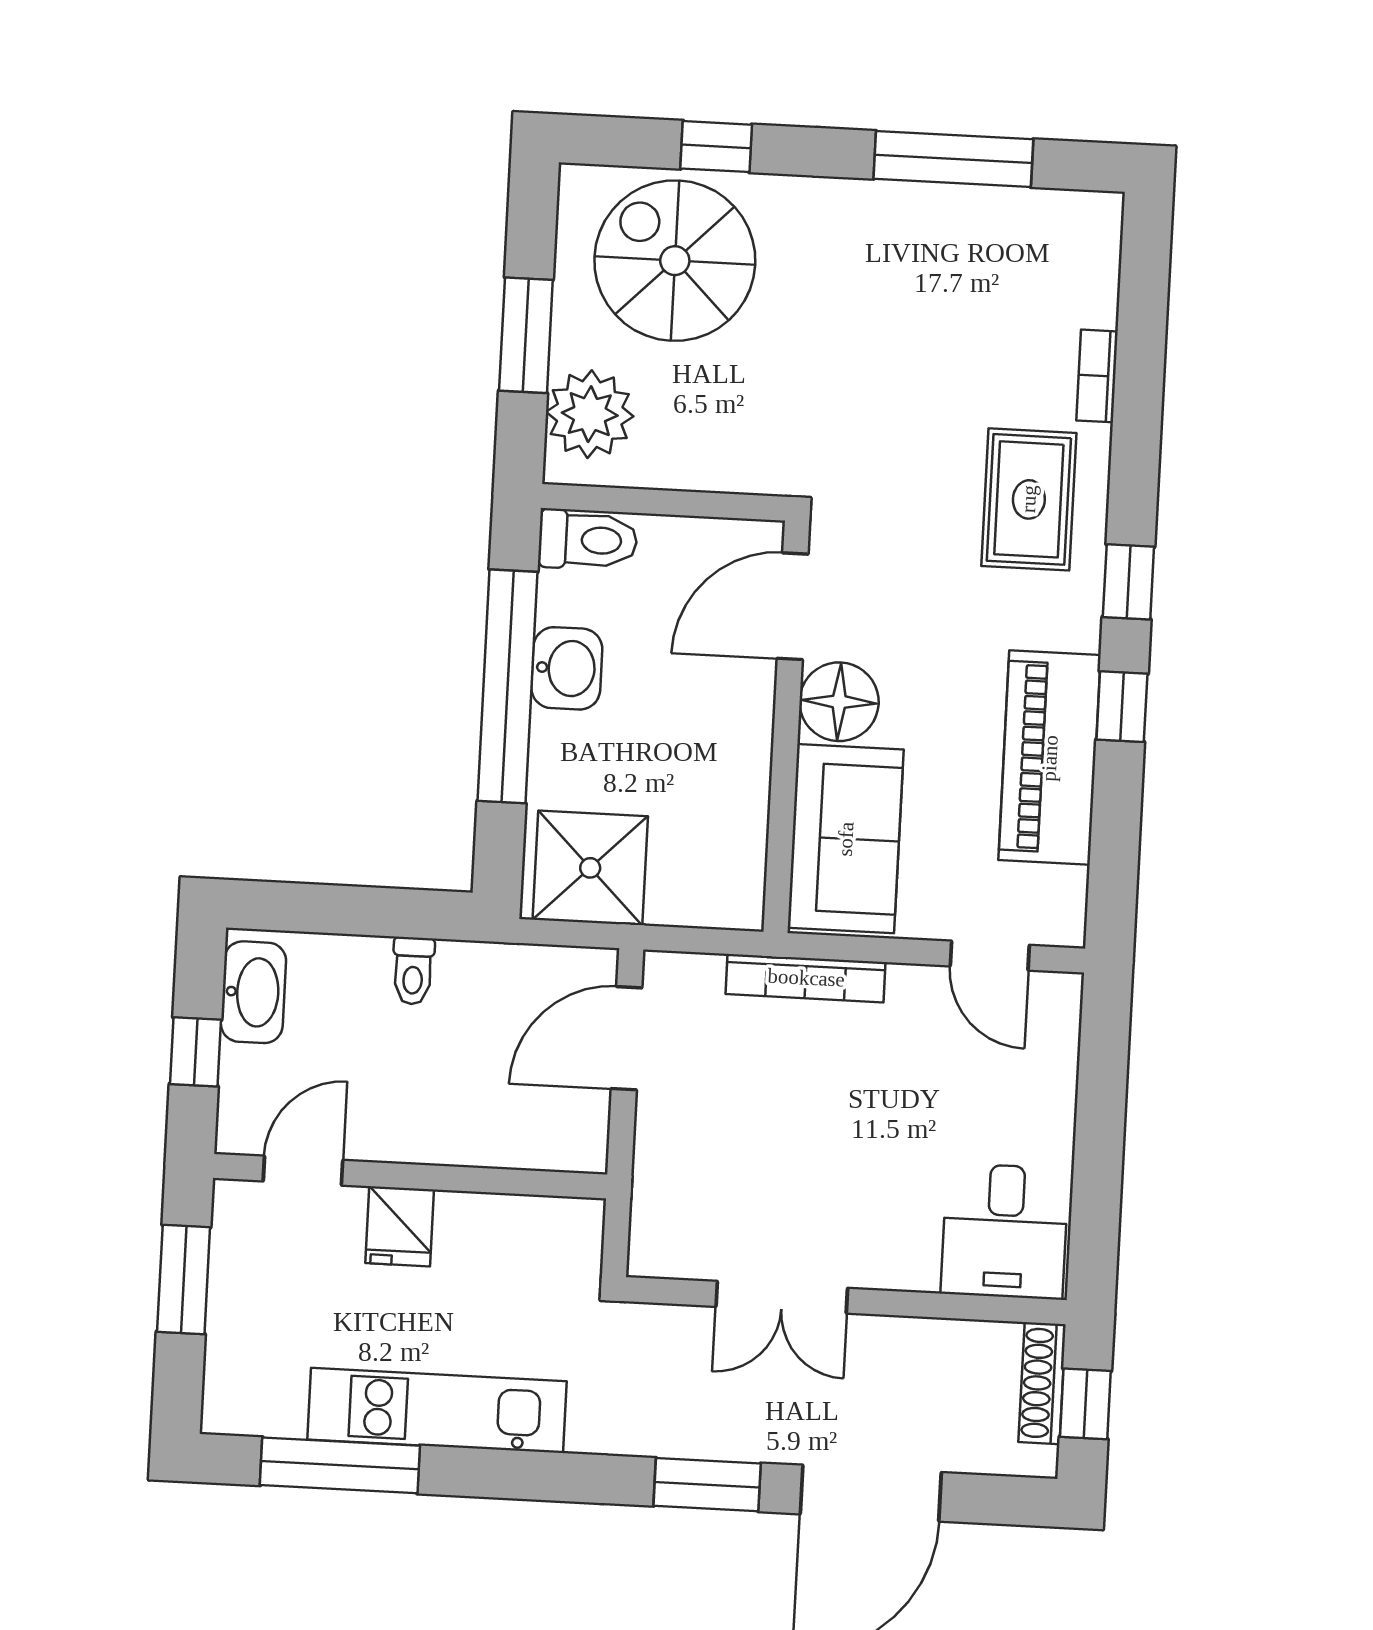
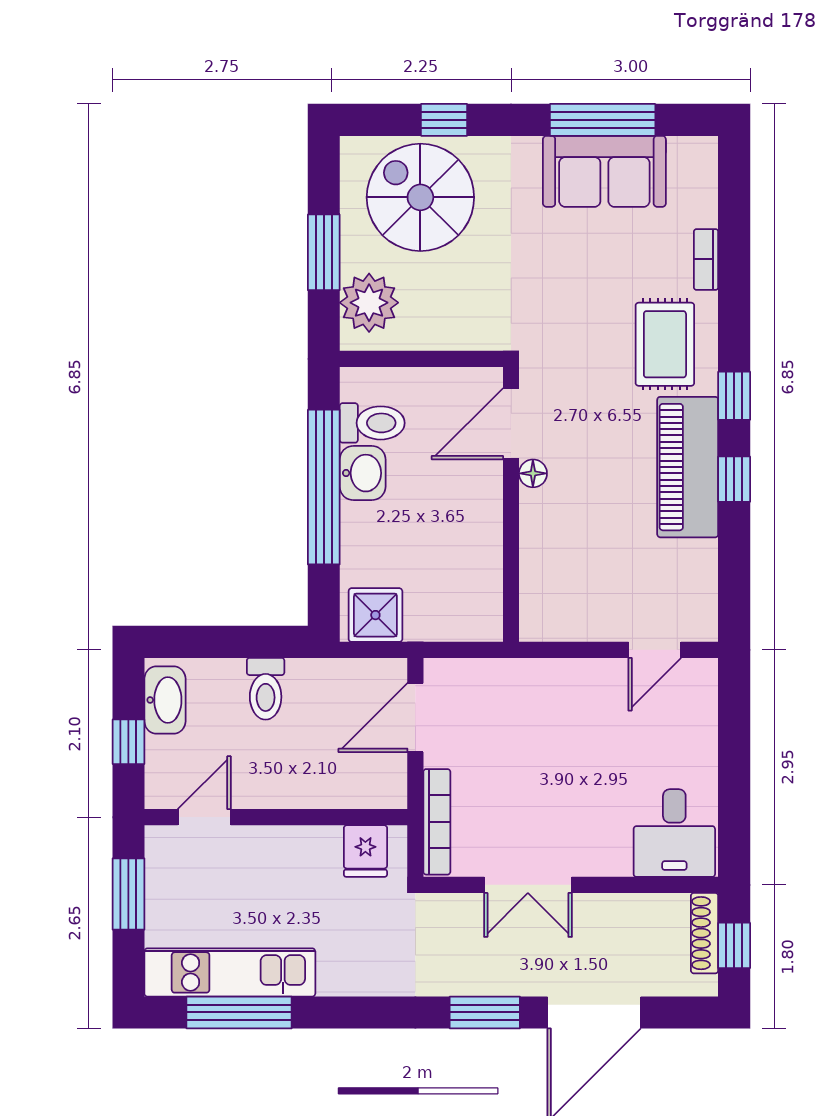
toilet: (588, 540) -> (372, 423), moved
floor lamp: (839, 702) -> (533, 473), width x0.53, depth x0.53
piano: (1050, 758) -> (688, 467), moved
sofa: (846, 839) -> (604, 171), moved, turned 90
shower: (590, 868) -> (375, 615), width x0.73, depth x0.73
door: (990, 956) -> (655, 650), hinge flipped
toilet: (413, 971) -> (266, 689), width x1.37, depth x1.39
bookcase: (806, 978) -> (437, 822), moved, turned -90
fridge: (400, 1226) -> (365, 851), moved
kitchen unit: (437, 1410) -> (230, 972), moved

